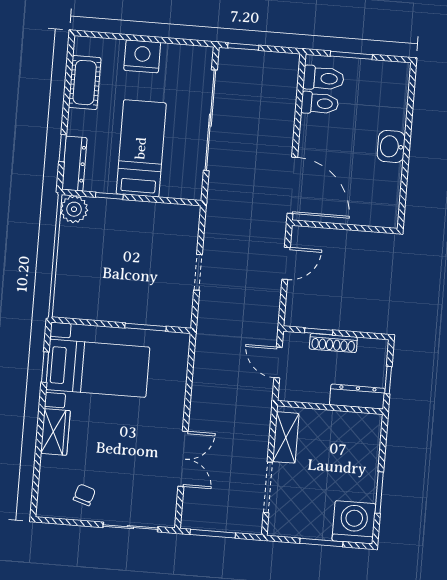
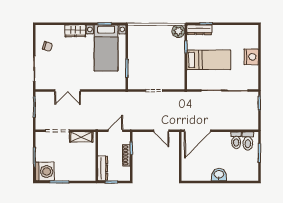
cot: (85, 83) -> (237, 31), removed

